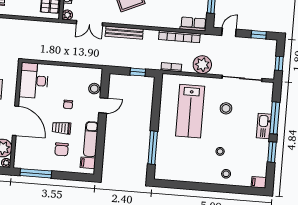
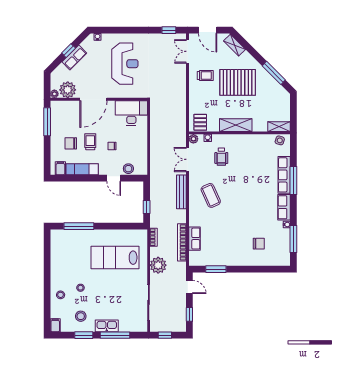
row of seats: (193, 24) -> (194, 239), moved
stool: (226, 108) -> (81, 316), moved

